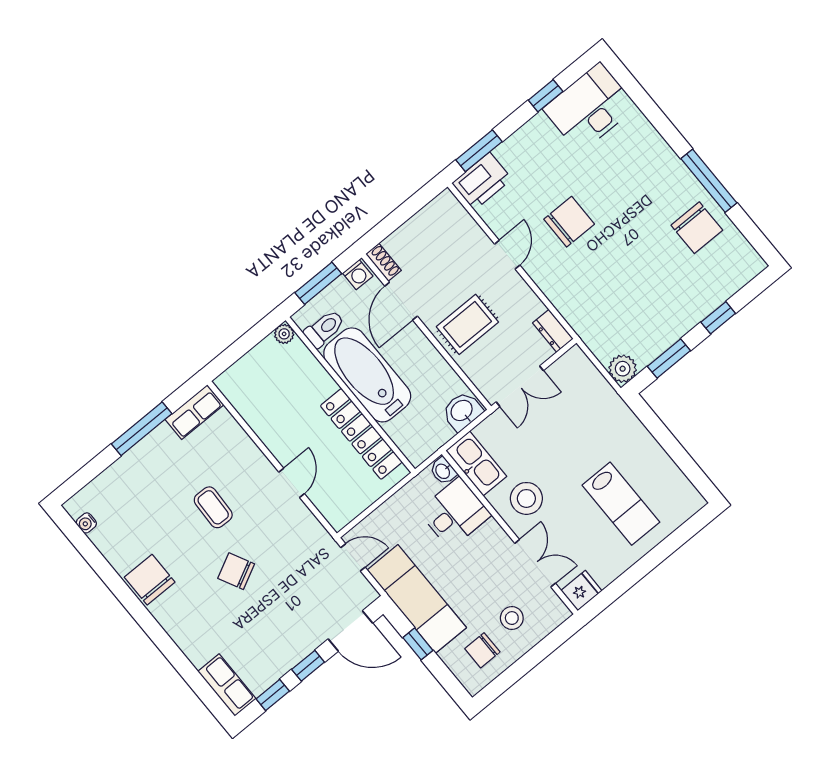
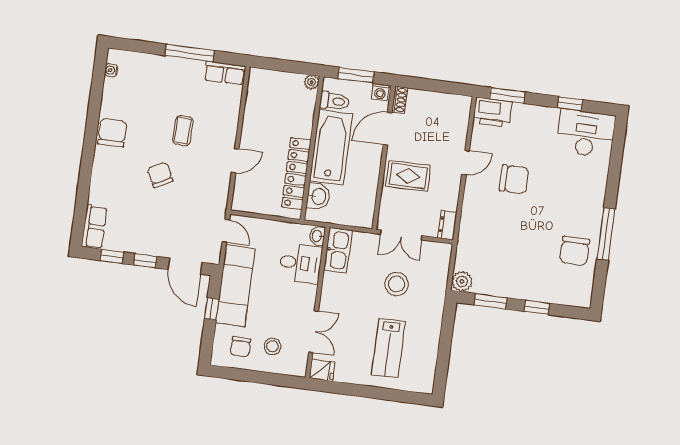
washbasin: (462, 411) -> (318, 196), moved, turned 90
stool: (526, 498) -> (397, 284), moved
chair: (482, 650) -> (241, 347), turned -90

